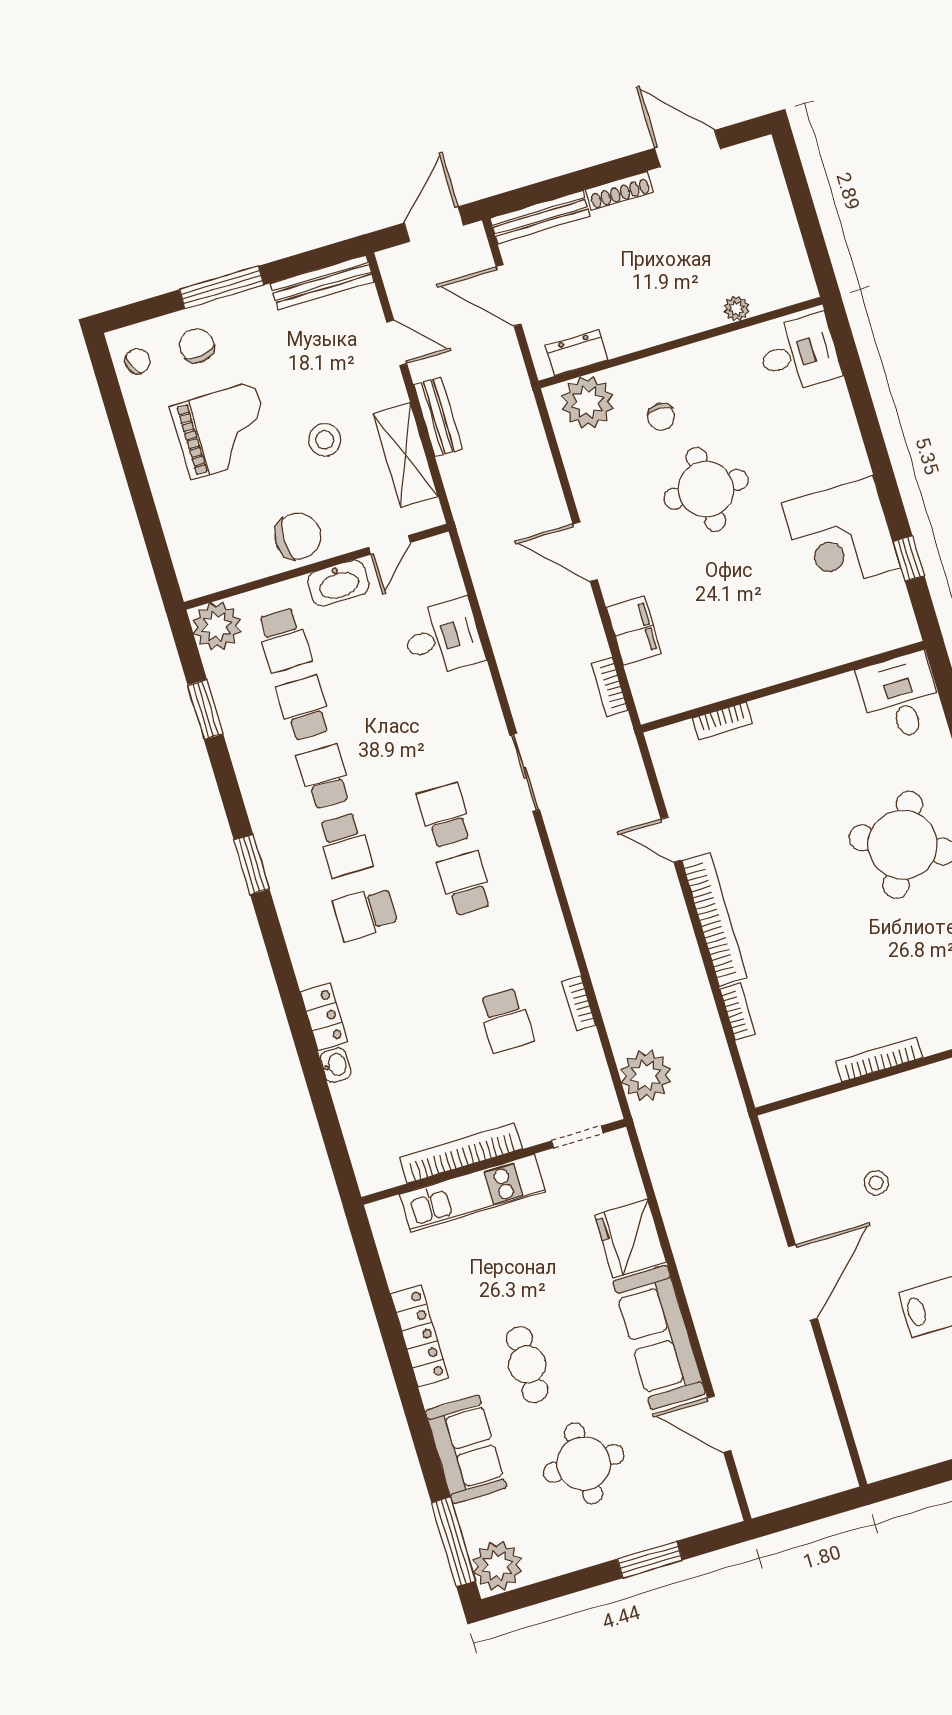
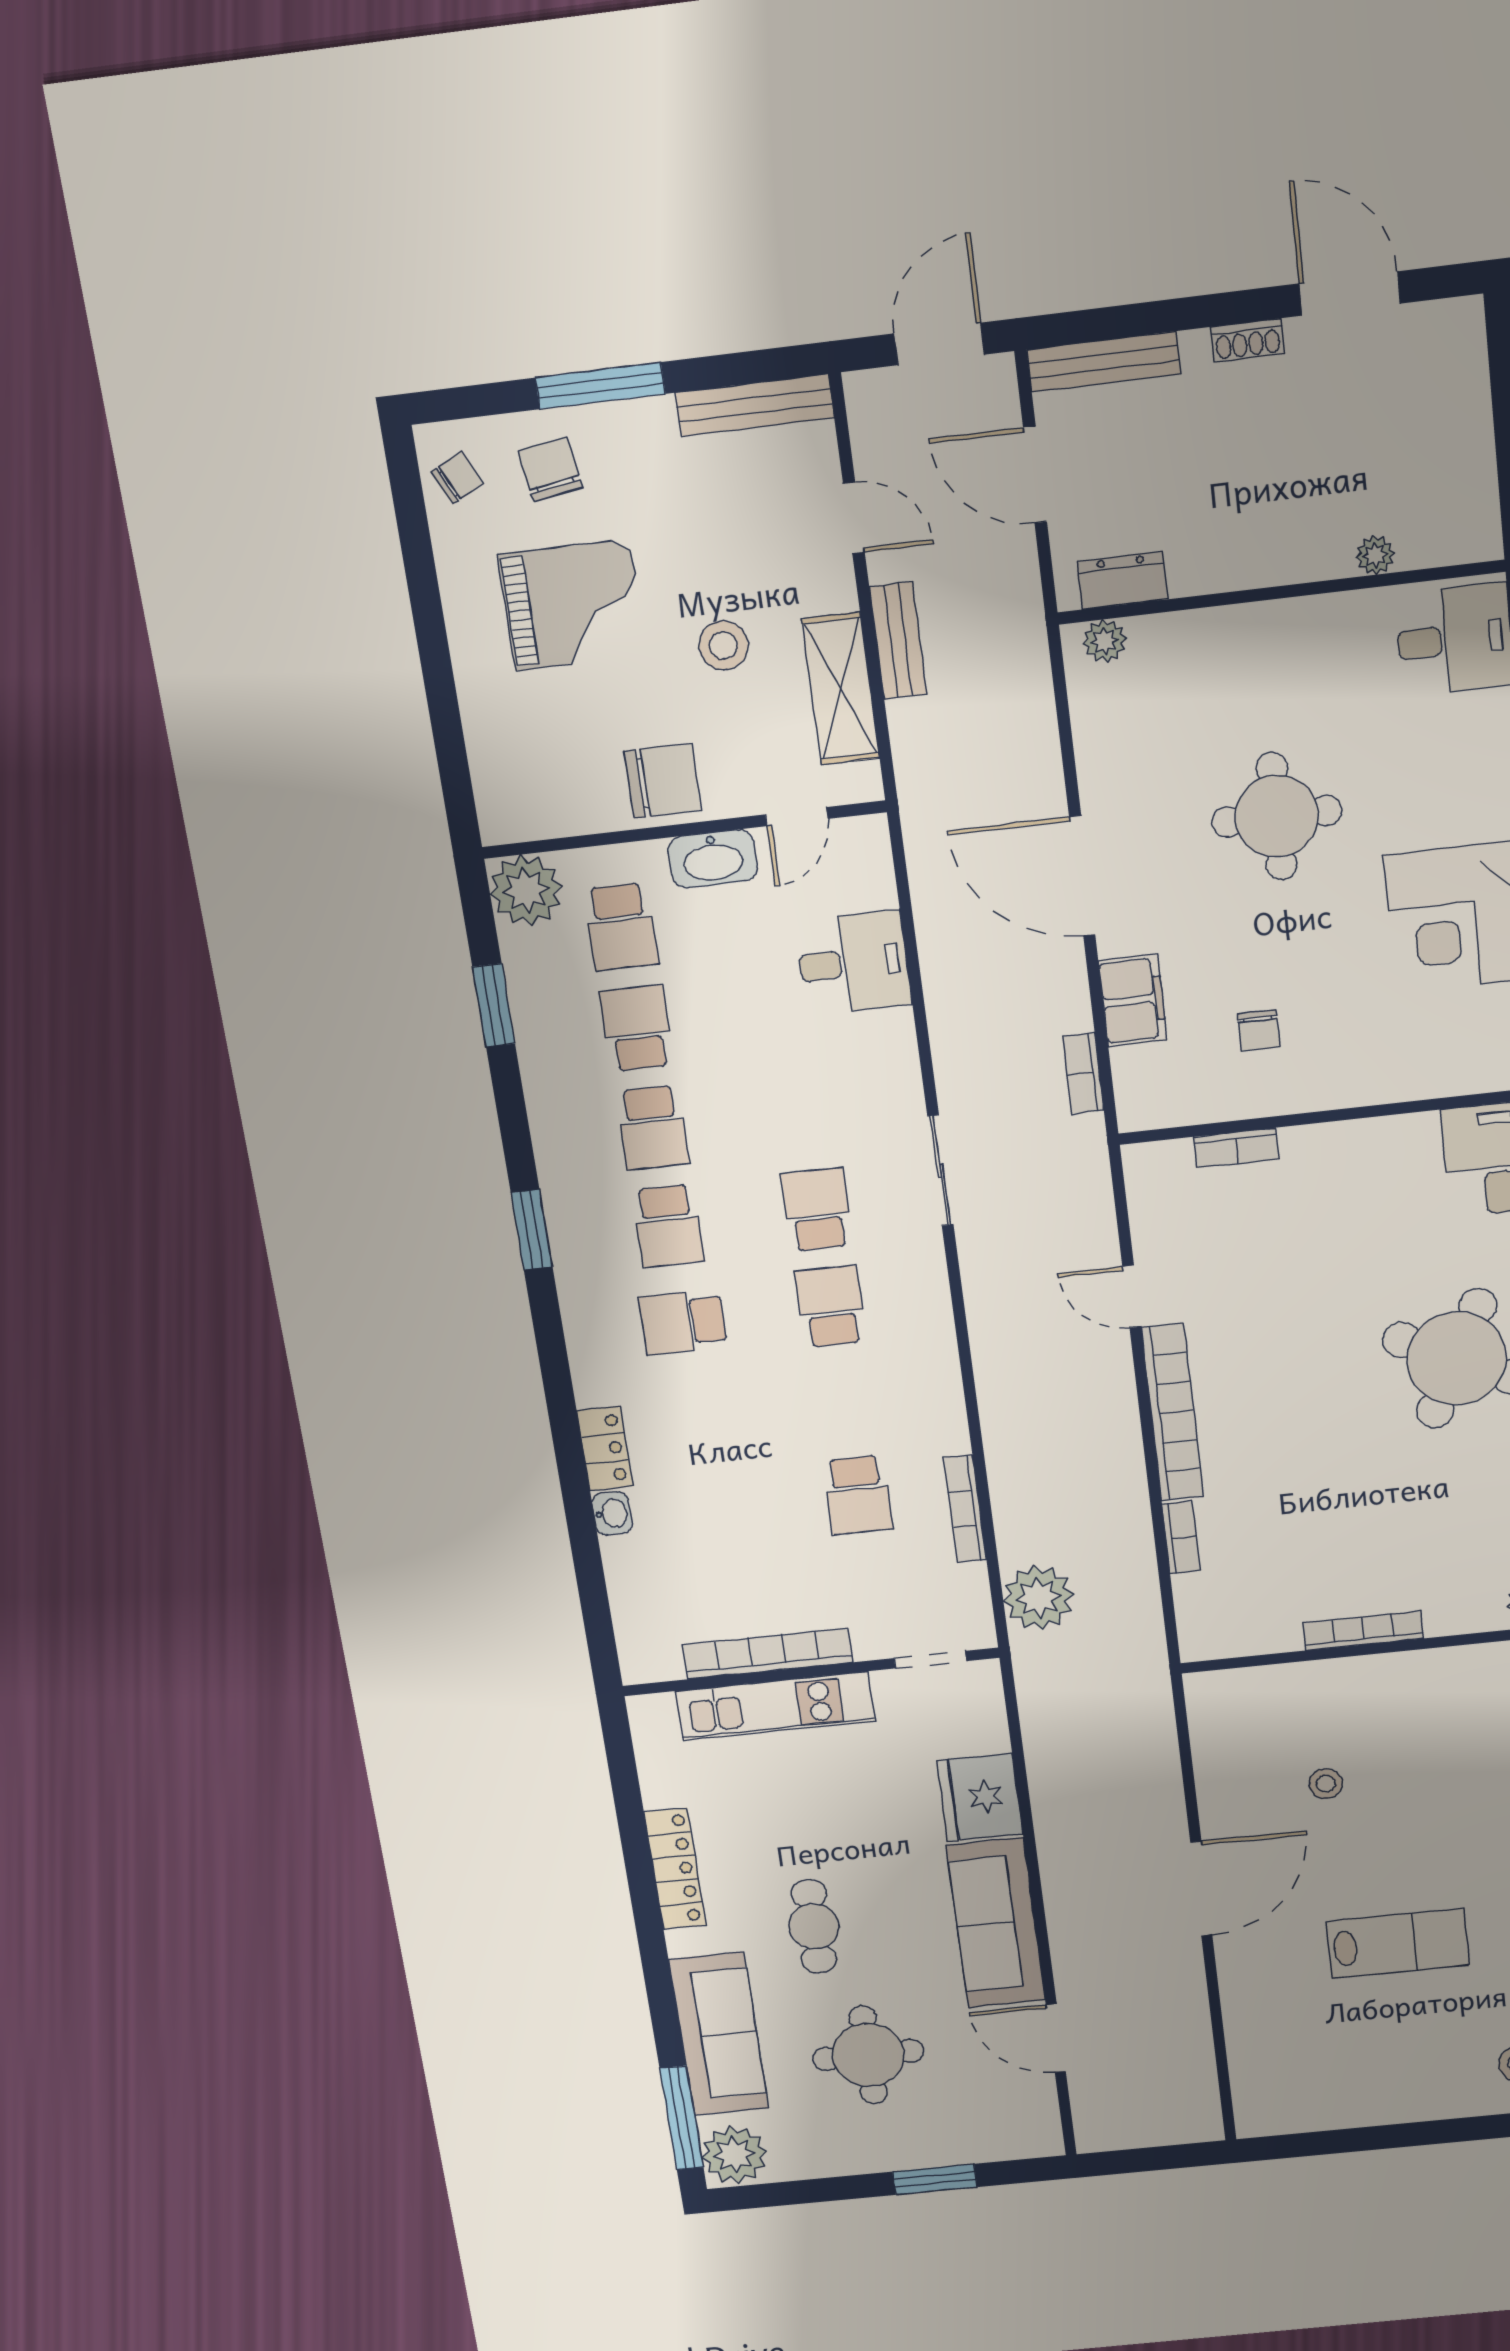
shoe rack: (619, 191) -> (1248, 340), width x0.70
plant: (588, 402) -> (1105, 641), width x0.53, depth x0.53
chair: (661, 417) -> (1259, 1030), moved
door: (585, 552) -> (1082, 876), width x1.36
school desk: (324, 777) -> (653, 1128), turned 180
bookcase: (579, 1003) -> (965, 1509), width x1.56
sofa: (466, 1449) -> (719, 2034), width x1.36

